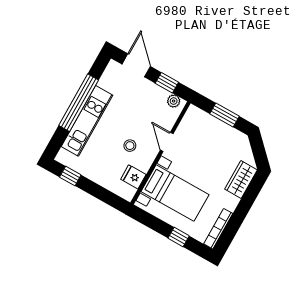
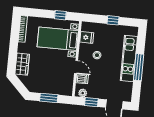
window: (79, 103) -> (139, 67), width x0.68
dishwasher: (166, 121) -> (82, 79), added
window: (70, 176) -> (113, 20), moved
window: (179, 237) -> (60, 15), moved

